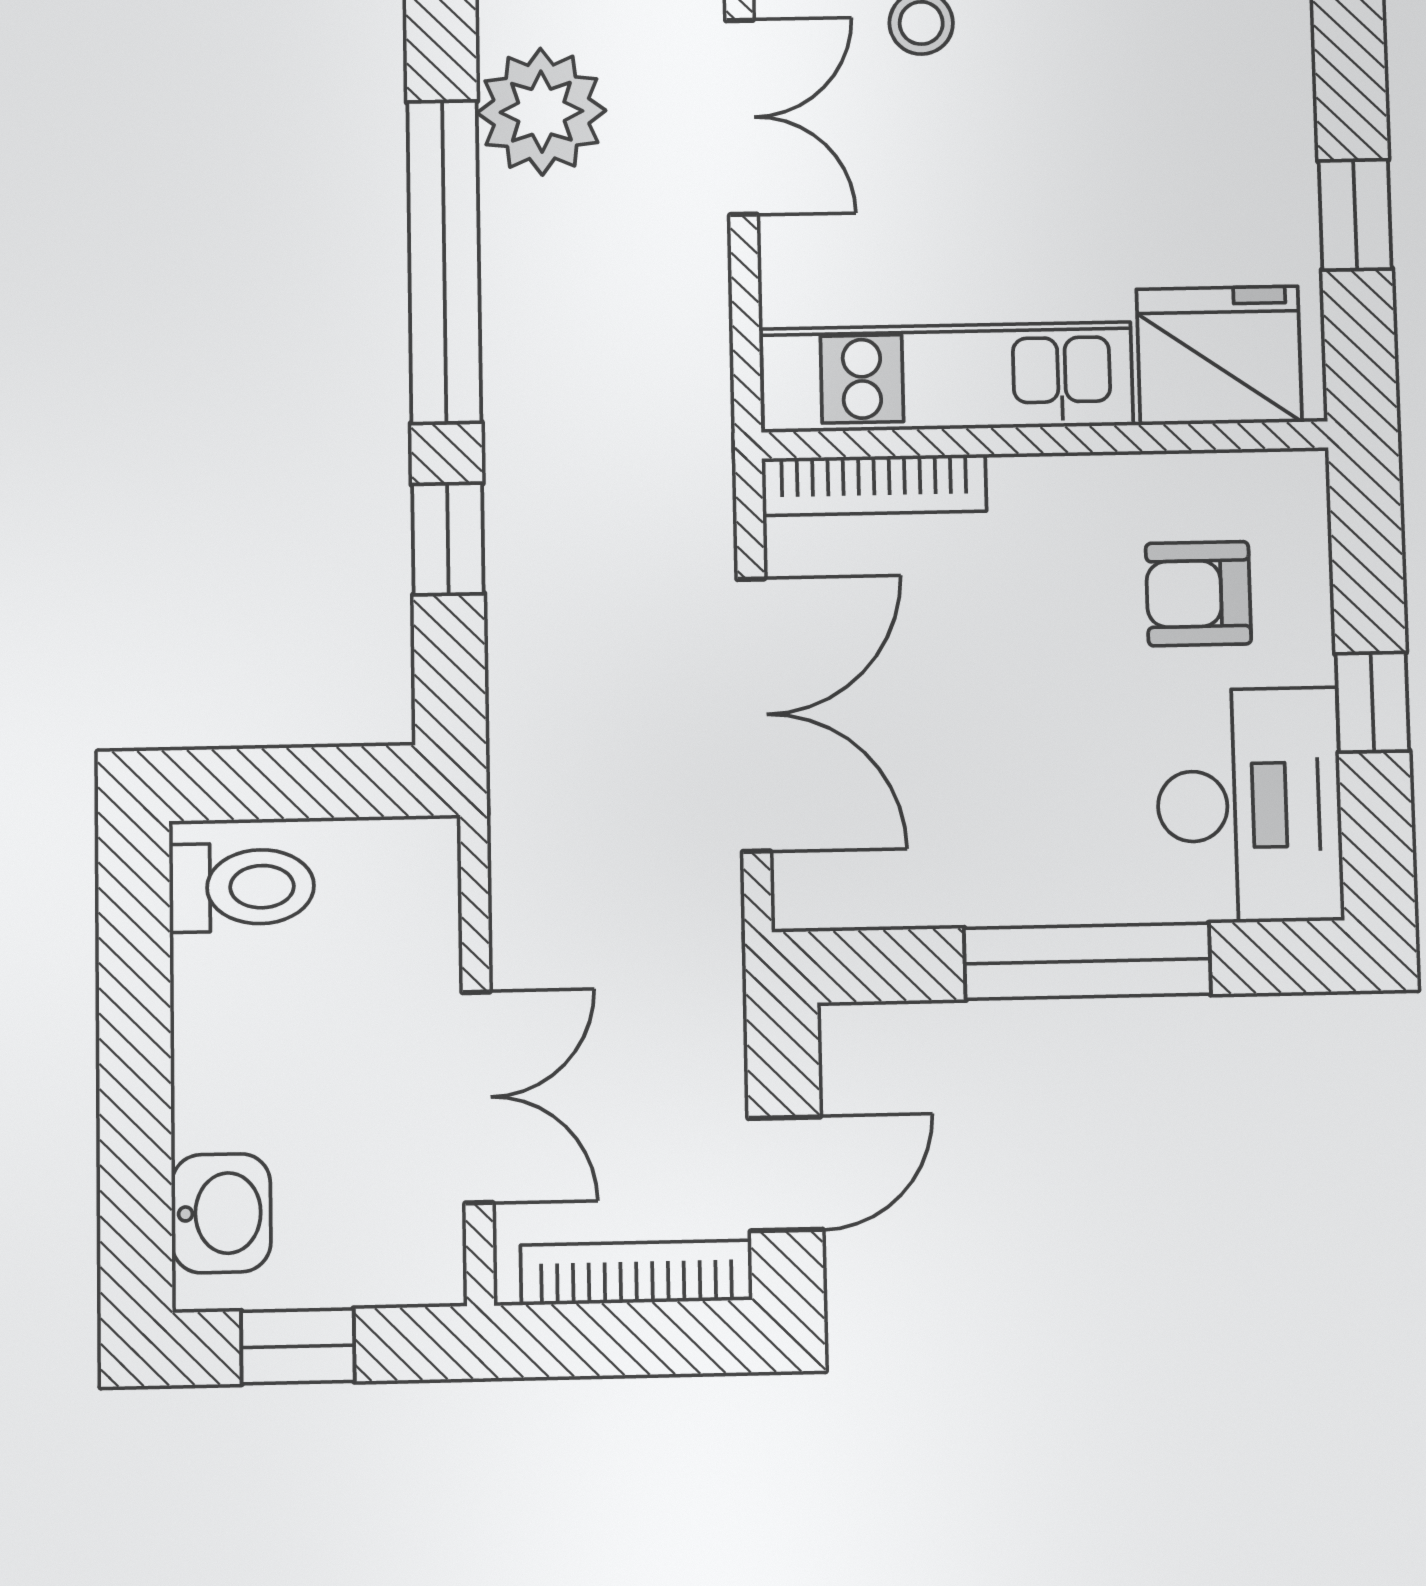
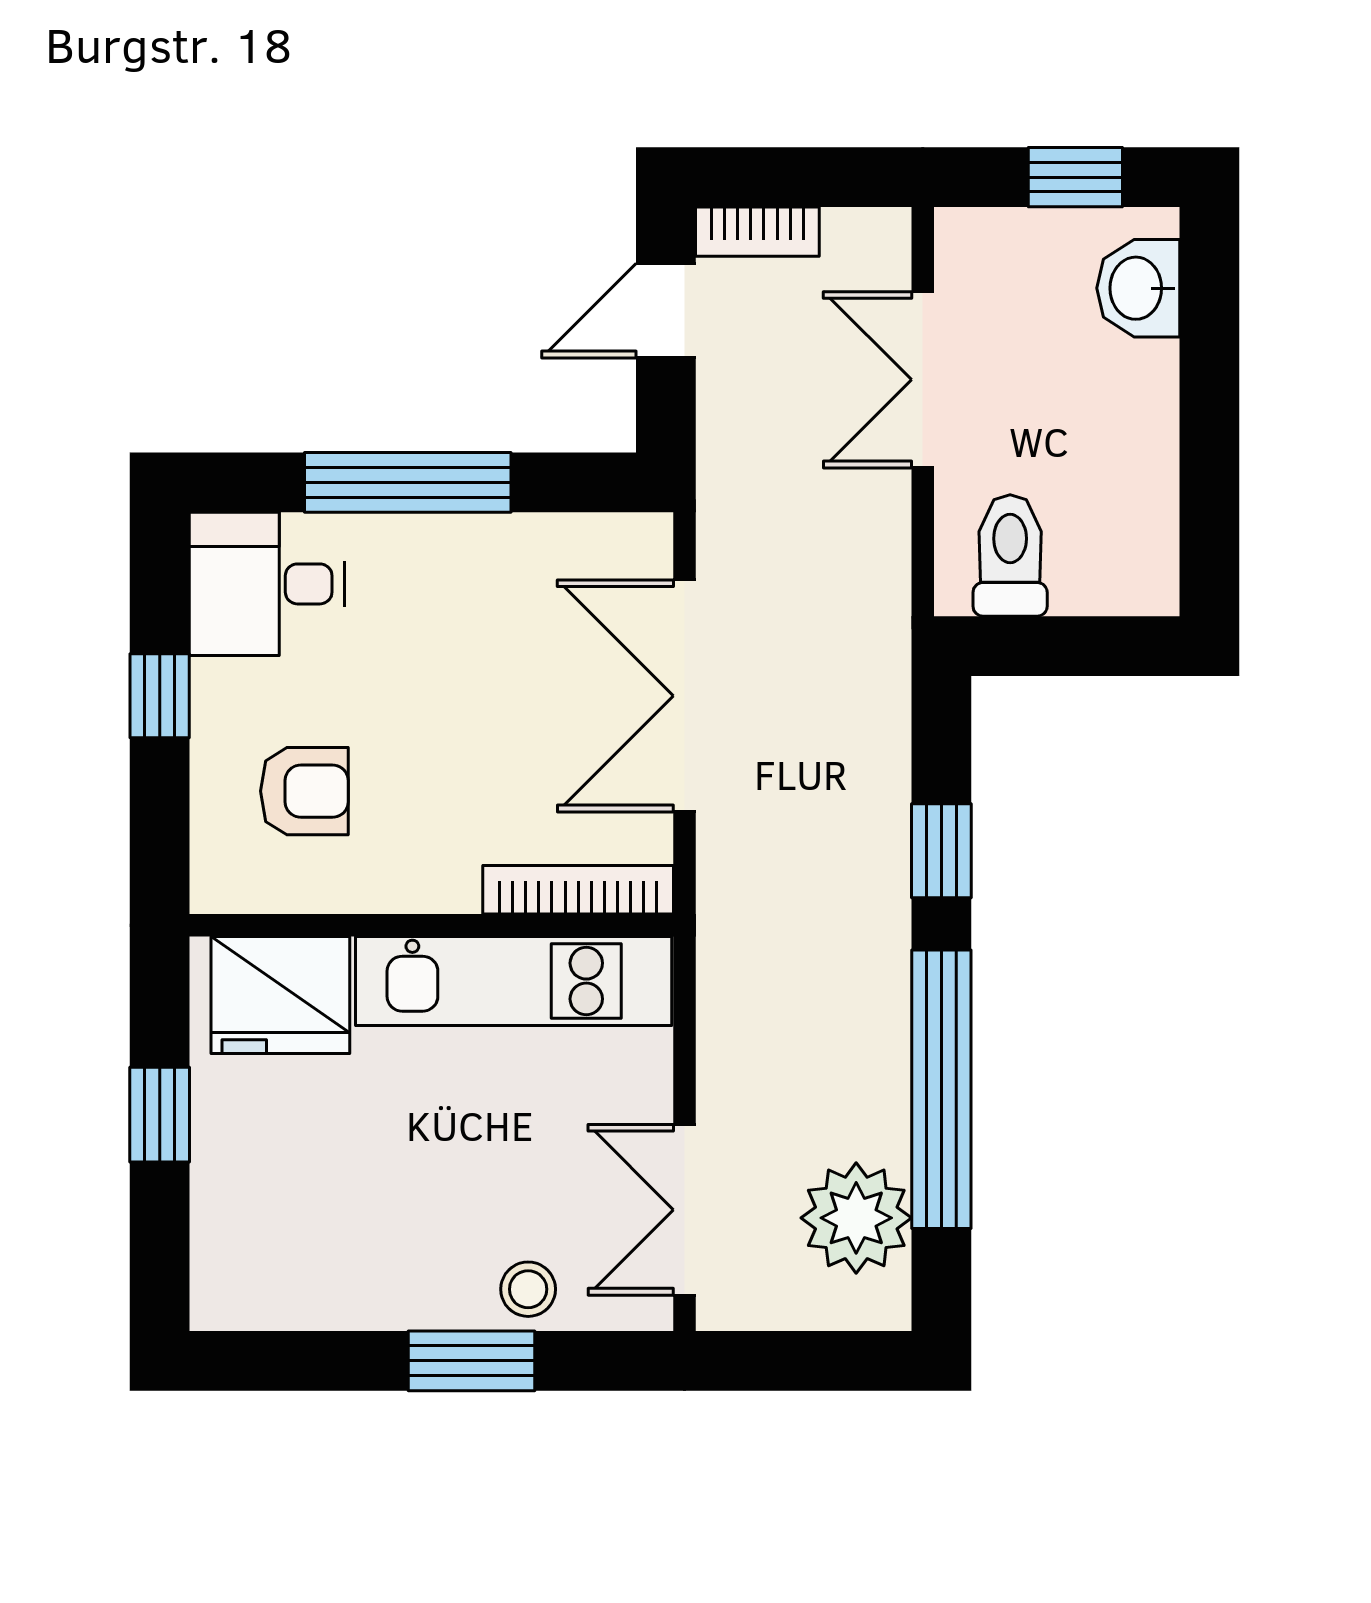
desk: (1249, 805) -> (267, 584), width x0.73
toilet: (242, 887) -> (1010, 556), moved, turned 90
bookcase: (636, 1273) -> (757, 232), width x0.64

